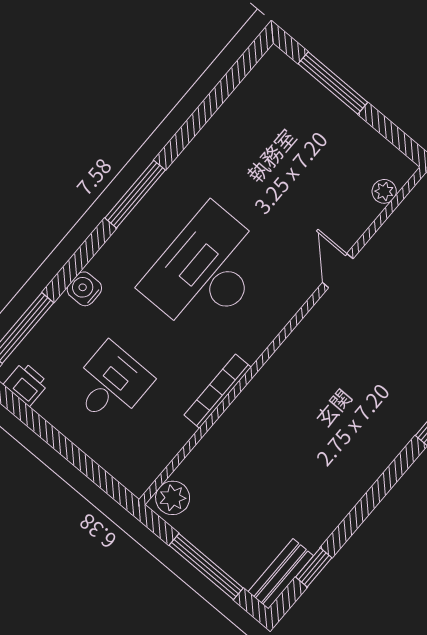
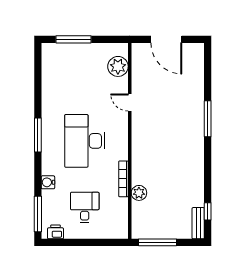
plant: (384, 191) -> (118, 66), width x1.87, depth x1.87
plant: (173, 498) -> (139, 193), moved
window: (206, 567) -> (157, 242), moved

